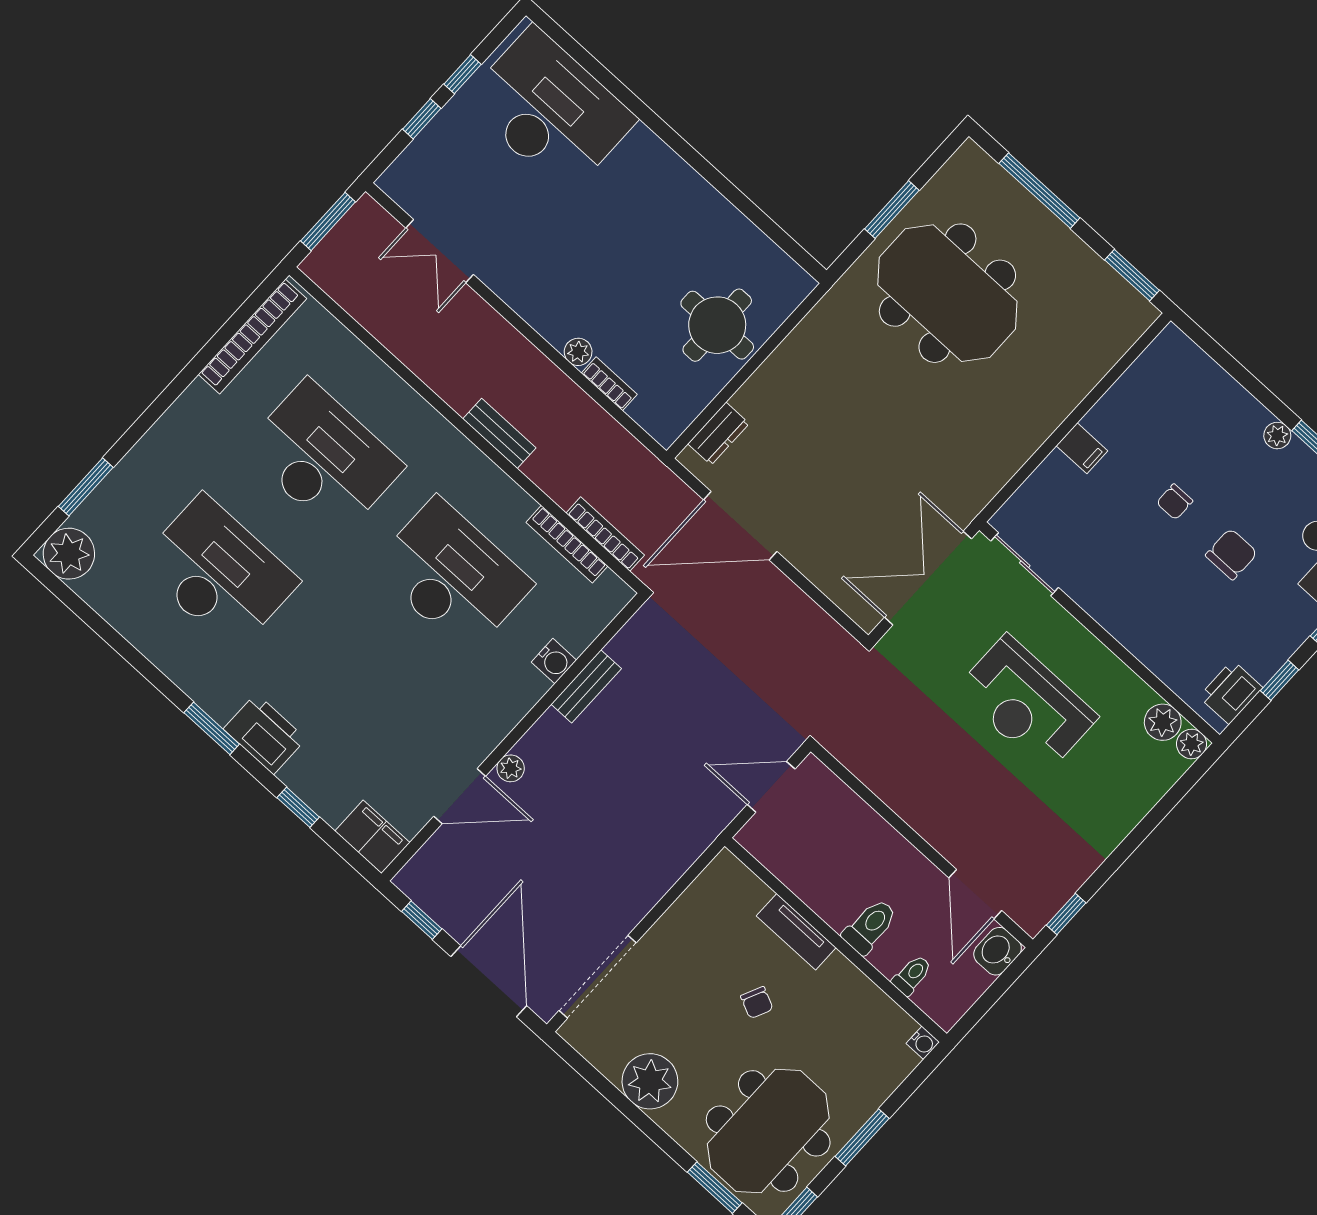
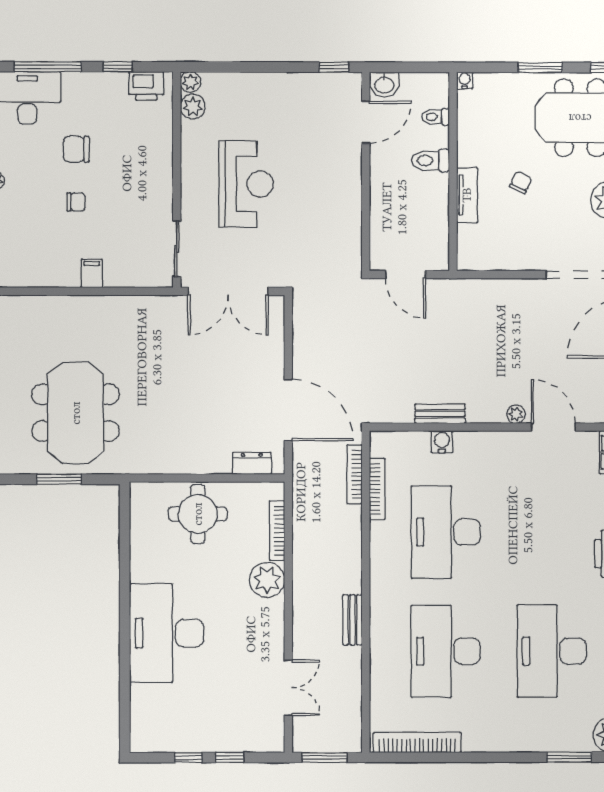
desk: (550, 110) -> (167, 633), moved
plant: (578, 352) -> (267, 580), width x1.88, depth x1.88
bookcase: (609, 384) -> (277, 531), width x1.56
bench: (499, 433) -> (352, 620), moved

